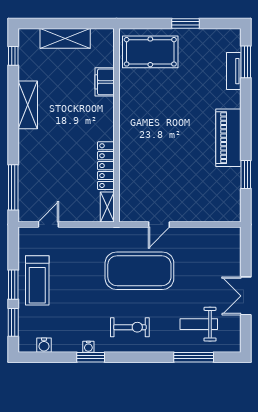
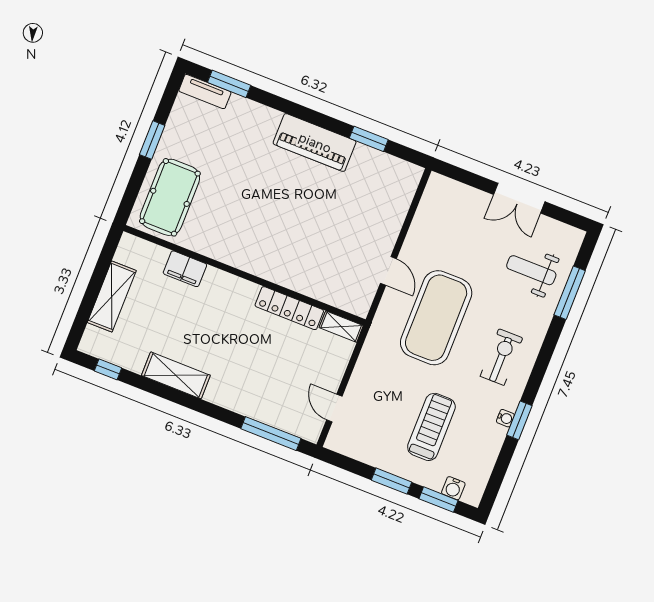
tv unit: (234, 71) -> (205, 92), moved
treadmill: (37, 280) -> (431, 427), moved, turned -90
weight bench: (199, 324) -> (531, 270), turned 90
water cooler: (44, 345) -> (453, 488), moved, turned 90

